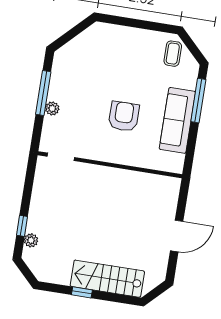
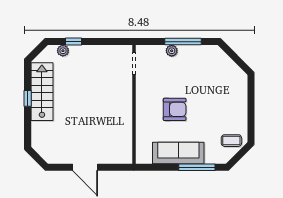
stairs: (107, 279) -> (42, 92), moved

